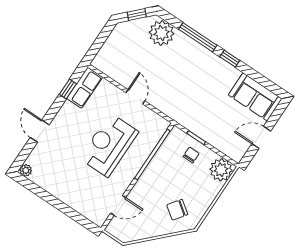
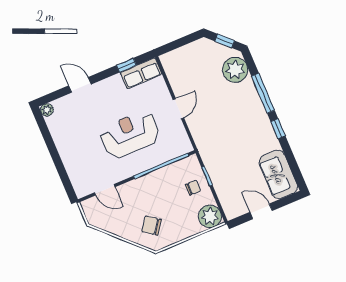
door: (40, 131) -> (80, 85), hinge flipped

